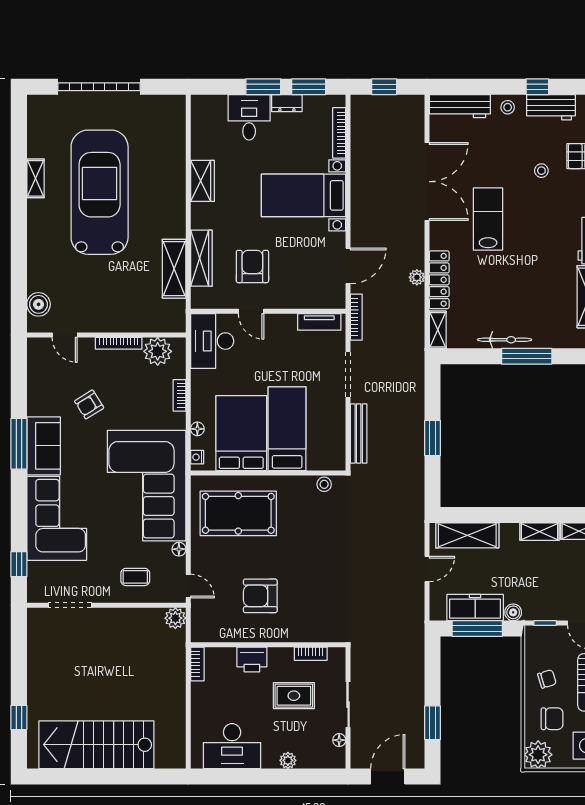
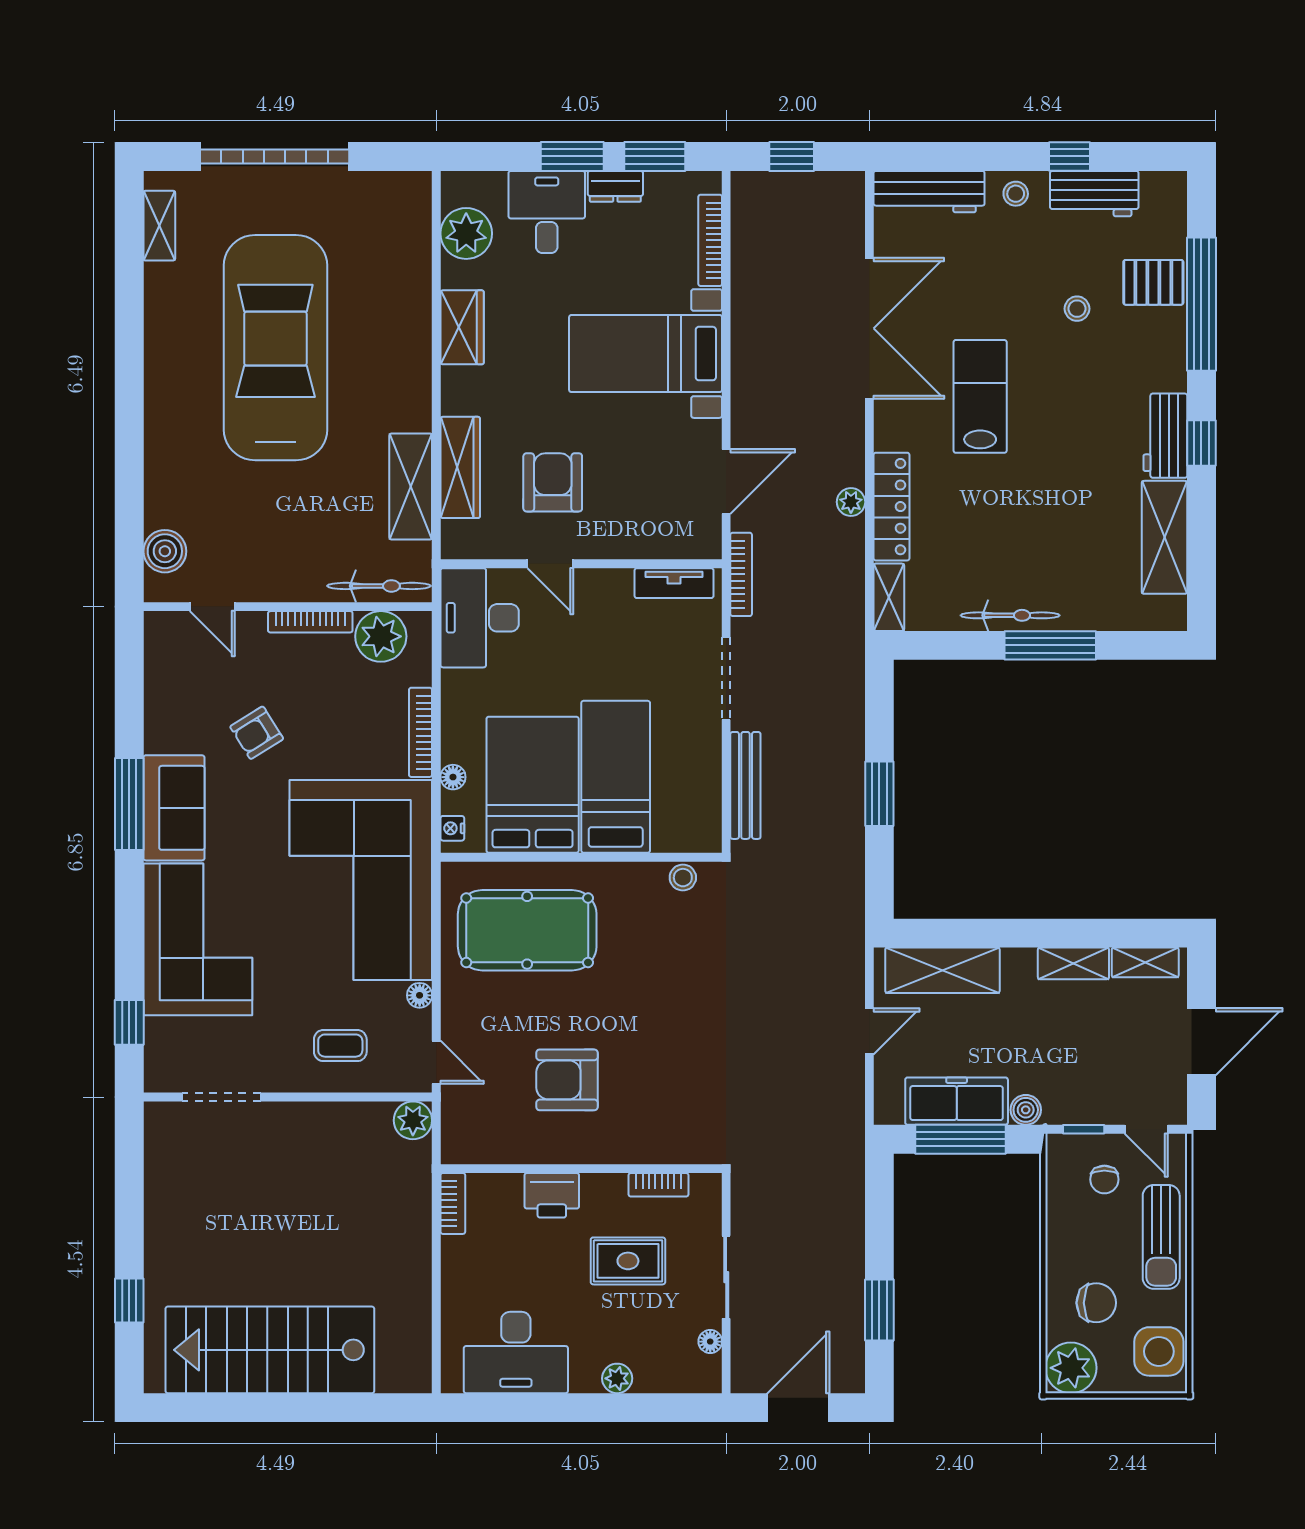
plant: (205, 129) -> (466, 233), added
shelving: (35, 178) -> (159, 226), moved
bicycle: (157, 324) -> (379, 586), added
bookcase: (179, 395) -> (421, 732), width x1.56
chair: (547, 679) -> (1104, 1179), moved, turned 107

